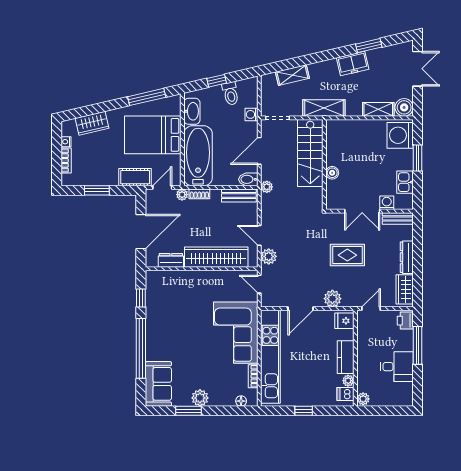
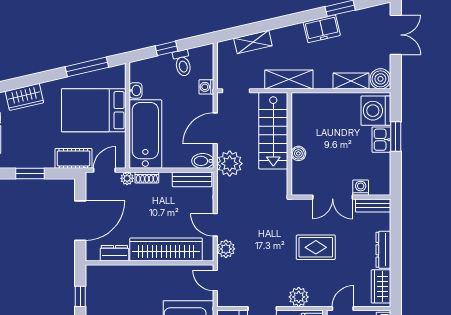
washbasin: (192, 111) -> (135, 90), width x0.52, depth x0.69
kitchen sink: (405, 182) -> (381, 140), moved
plant: (267, 187) -> (230, 164), width x1.88, depth x1.88

